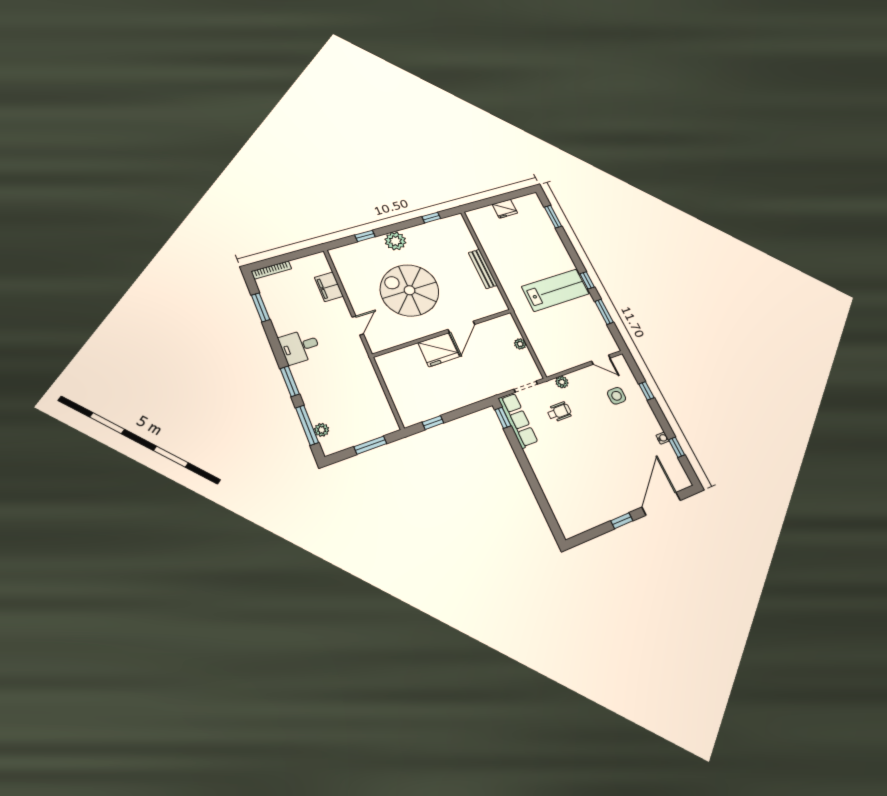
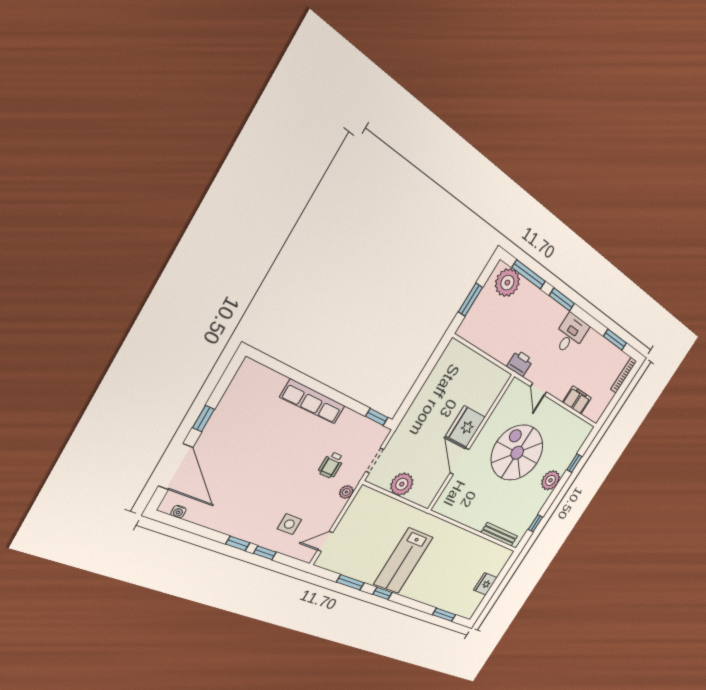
bench: (483, 269) -> (499, 534), moved
spiral stairs: (410, 290) -> (517, 453), turned -90
plant: (520, 344) -> (402, 484), width x1.88, depth x1.88
printer: (361, 360) -> (520, 363), added
row of seats: (518, 420) -> (313, 402), moved
window: (433, 423) -> (432, 362), removed
plant: (322, 430) -> (507, 283), width x1.88, depth x1.88
water cooler: (663, 438) -> (178, 512), moved
window: (677, 447) -> (238, 543), moved

